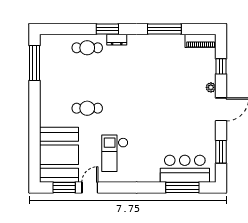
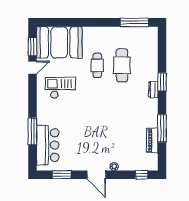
piano: (201, 41) -> (152, 141), moved
cafe table: (87, 48) -> (122, 65), moved, width x1.37, depth x1.35
window: (221, 66) -> (142, 175), moved
door: (90, 187) -> (32, 68), hinge flipped
window: (182, 187) -> (32, 131), moved

